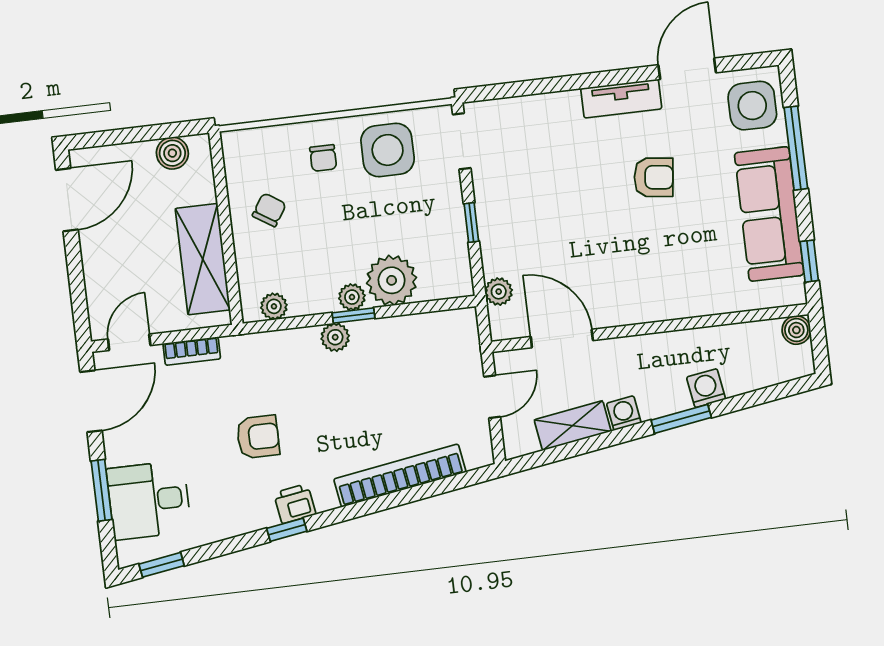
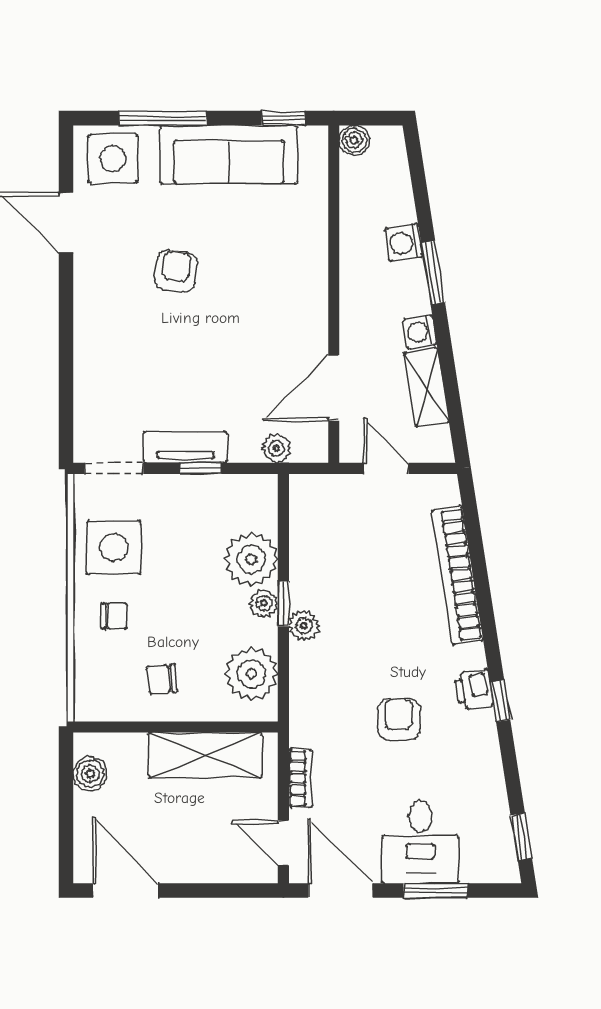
tv unit: (621, 99) -> (185, 447), moved, turned -90
chair: (269, 210) -> (162, 679), turned -38
plant: (274, 306) -> (251, 674), width x1.88, depth x1.88
desk: (149, 500) -> (420, 842), moved

